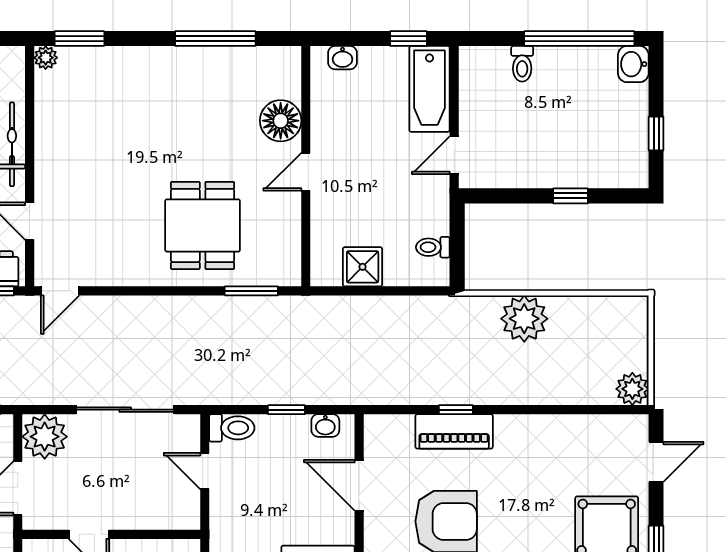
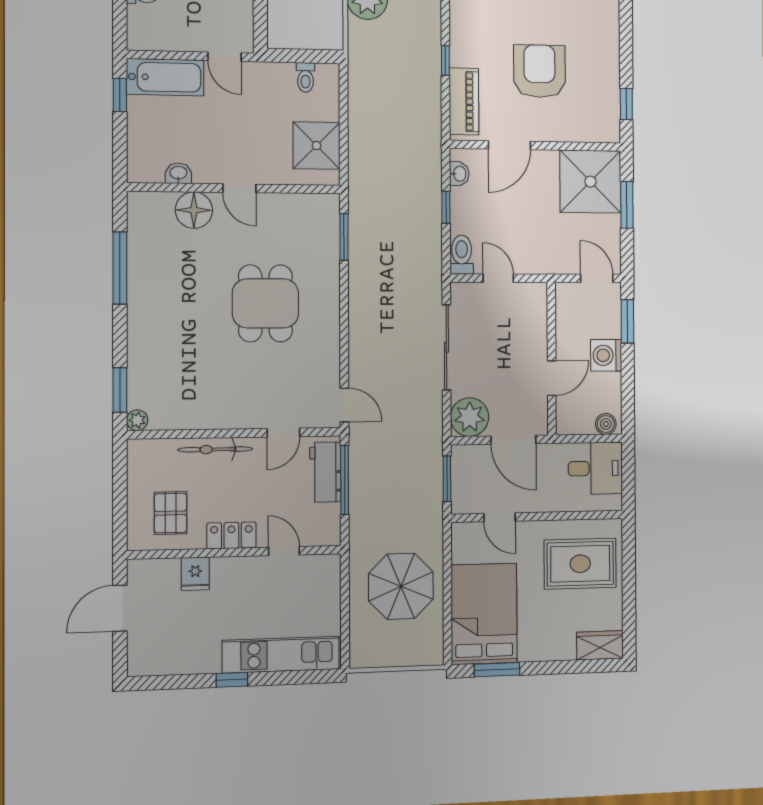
washbasin: (343, 58) -> (178, 173), moved, turned -90
dining table: (203, 225) -> (265, 303), moved, turned 90
shower: (363, 267) -> (317, 146), width x1.36, depth x1.36
piano: (454, 431) -> (464, 101), moved
door: (205, 471) -> (498, 278), swing flipped

